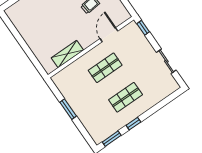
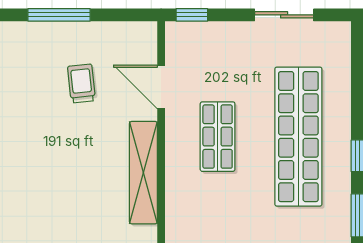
shelving: (67, 54) -> (143, 173), width x1.47
shop shelf: (126, 97) -> (298, 137), width x2.00, depth x1.36

